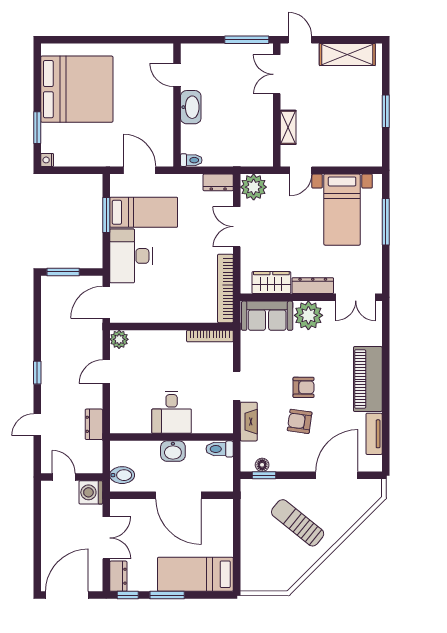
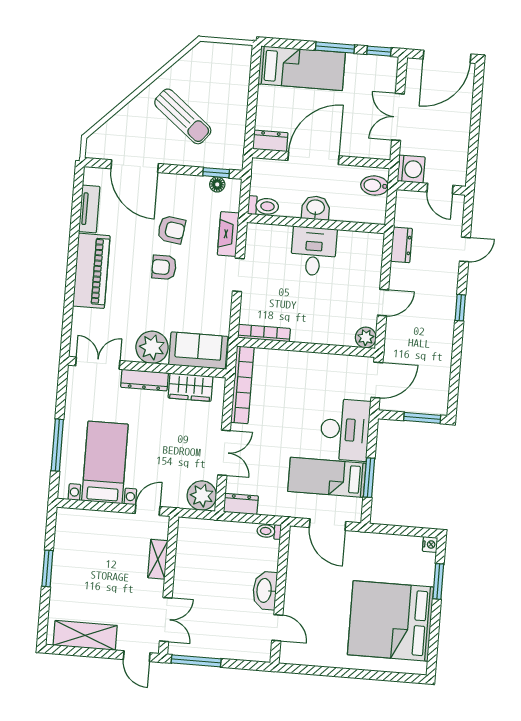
door: (337, 475) -> (135, 166), hinge flipped
door: (178, 495) -> (313, 158), hinge flipped
dresser: (118, 576) -> (270, 141), moved, turned 90

